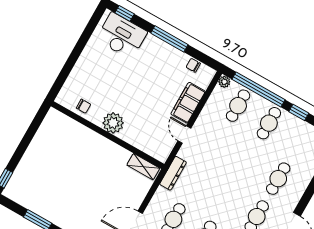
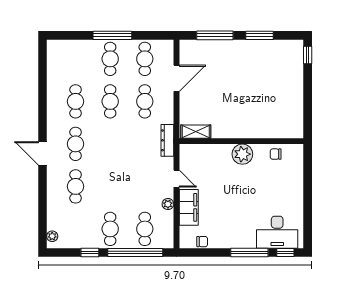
window: (169, 39) -> (249, 252), moved
plant: (224, 82) -> (168, 204), moved

